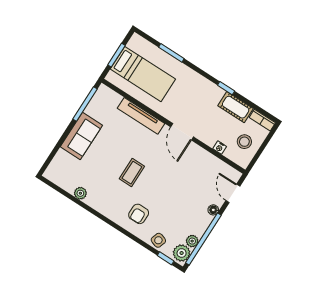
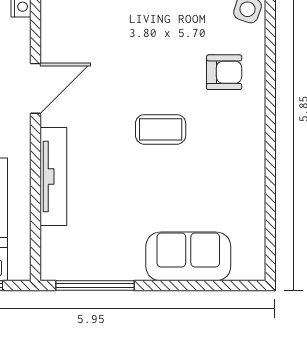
sofa: (81, 136) -> (188, 256), moved
plant: (80, 193) -> (253, 195), removed

